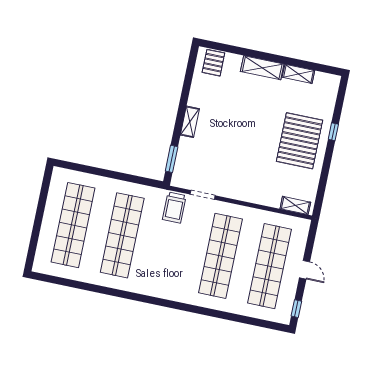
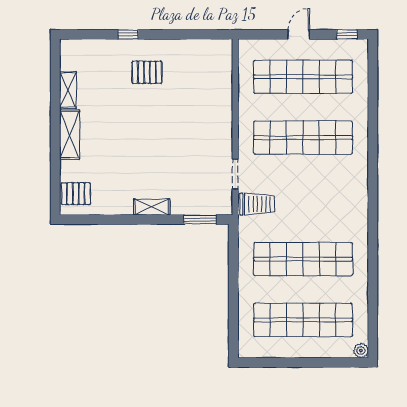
pallet: (300, 141) -> (147, 72), width x0.49, depth x0.50
shelving: (295, 205) -> (225, 61), removed
plant: (39, 267) -> (361, 351), added

